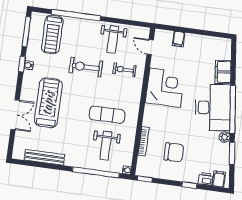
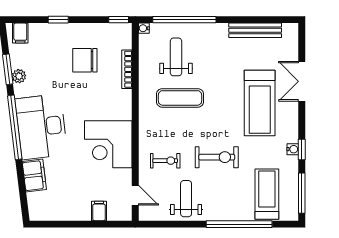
plant: (224, 137) -> (19, 76), moved
printer: (206, 179) -> (38, 31), removed

